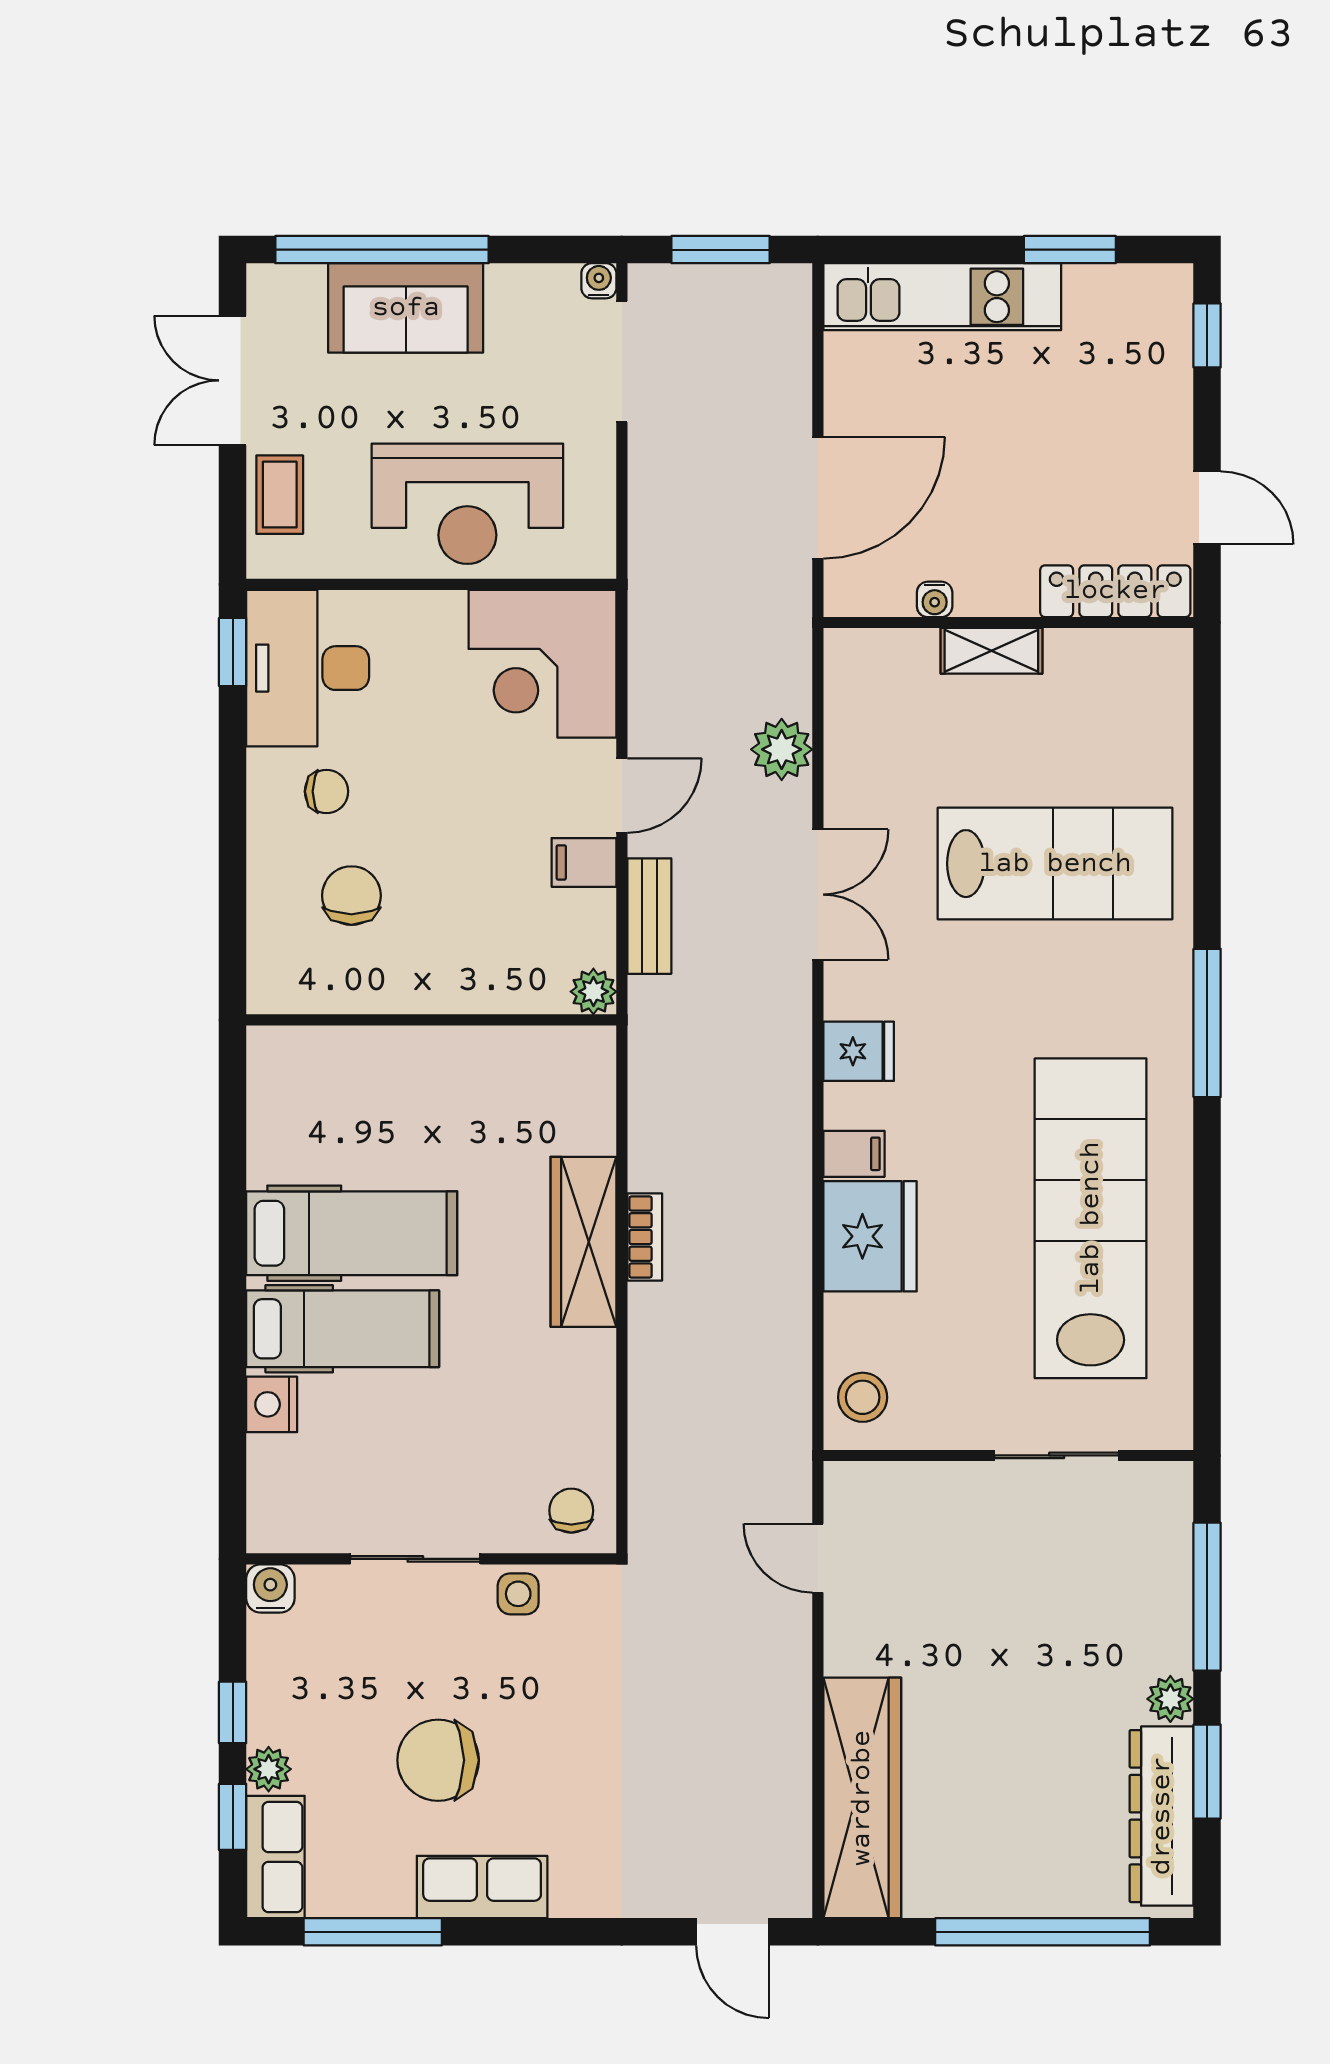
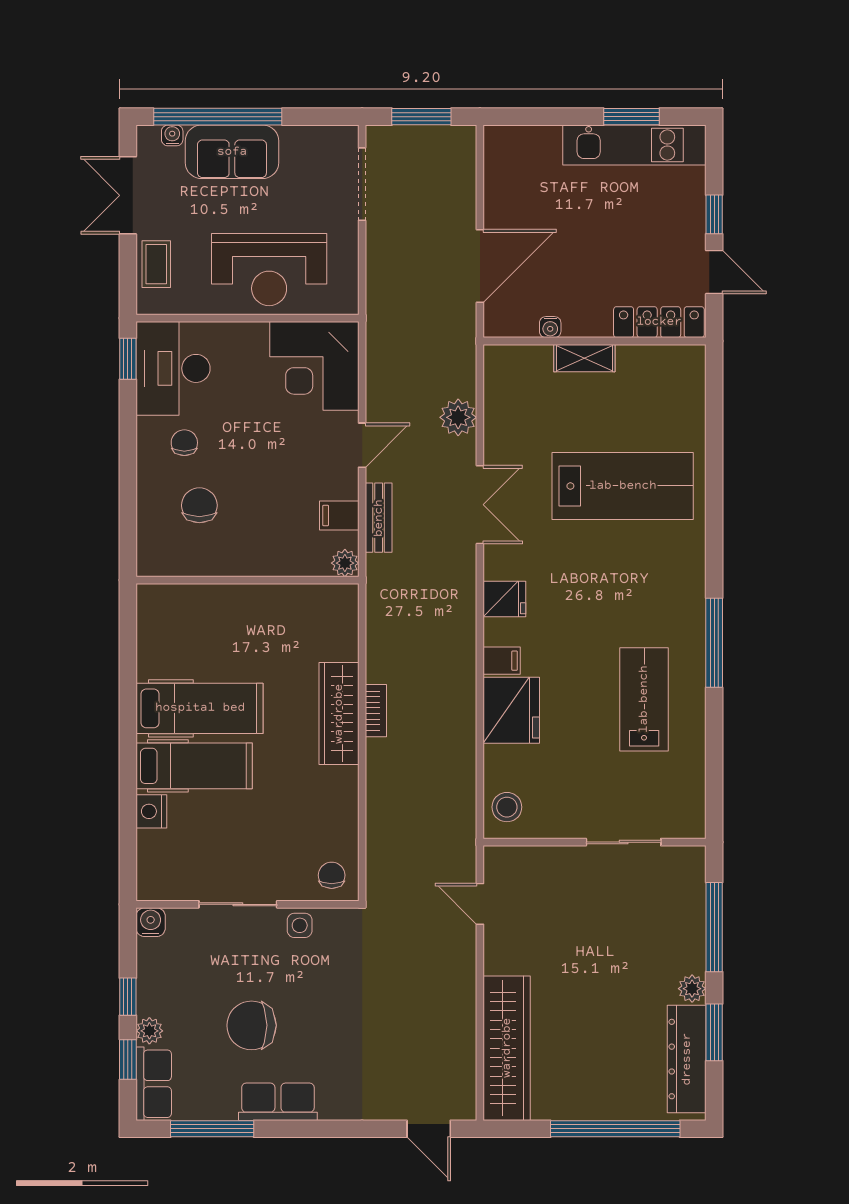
water cooler: (599, 281) -> (172, 135), moved
kitchen unit: (942, 297) -> (634, 145), moved
window: (1207, 335) -> (714, 214), moved
chair: (326, 791) -> (184, 443), turned -90
filing cabinet: (584, 862) -> (339, 515), moved
window: (1207, 1023) -> (714, 643), moved
lab bench: (1091, 1218) -> (644, 699), width x0.54, depth x0.72

